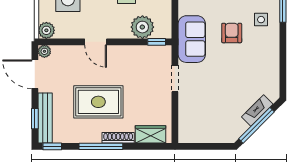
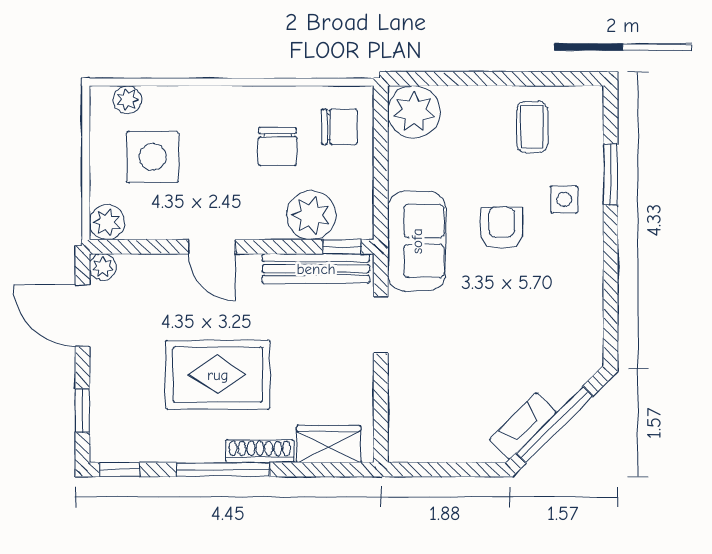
fireplace: (257, 111) -> (523, 426), moved
bench: (45, 118) -> (316, 269), moved, turned 90

